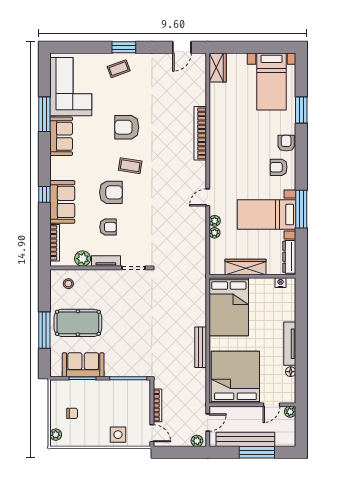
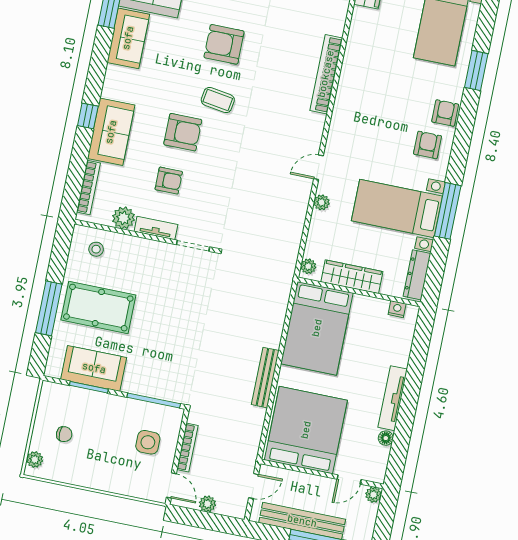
armchair: (279, 167) -> (428, 145), turned 90
plant: (214, 233) -> (308, 266), moved
side table: (118, 435) -> (148, 442), moved
plant: (197, 441) -> (207, 504), moved

